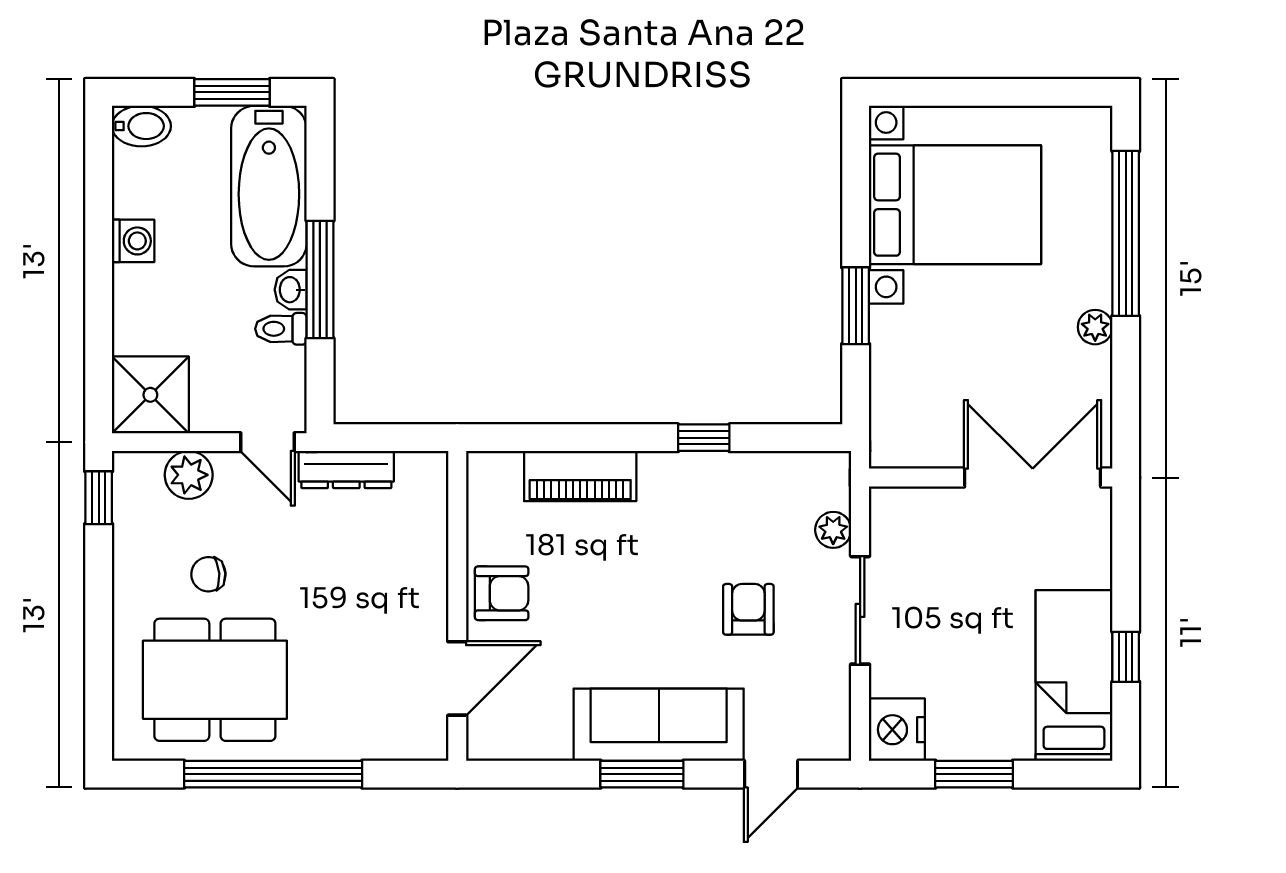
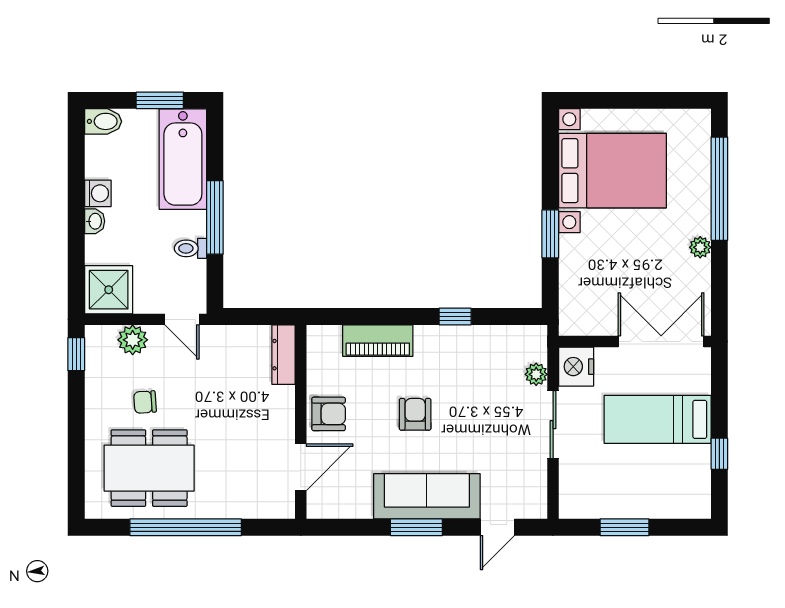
washbasin: (291, 290) -> (95, 221), moved, turned 180
dresser: (346, 470) -> (284, 355), moved, turned 90
armchair: (748, 609) -> (415, 414), moved
bed: (1074, 676) -> (658, 419), moved, turned -90
nightstand: (897, 730) -> (576, 367), moved

